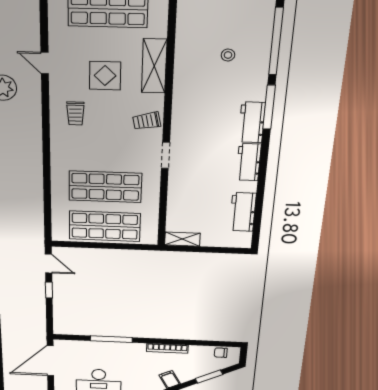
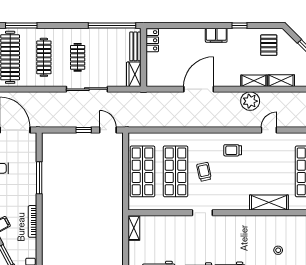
display table: (105, 76) -> (261, 170), removed
trolley: (147, 121) -> (204, 172), moved
door: (48, 264) -> (108, 130), swing flipped

